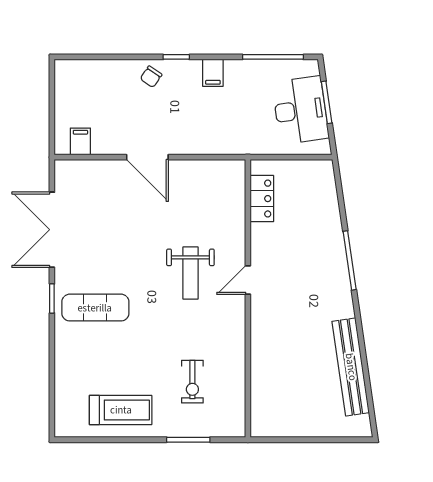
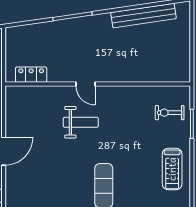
exercise bike: (192, 382) -> (170, 113), moved, turned 180
treadmill: (121, 410) -> (172, 169), turned 180

